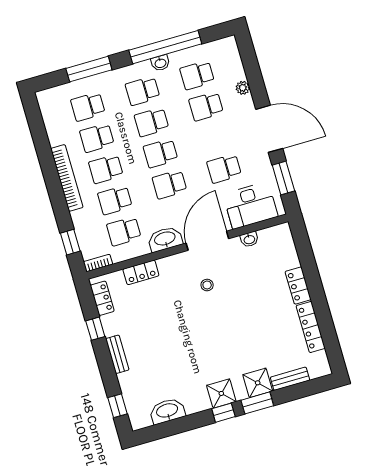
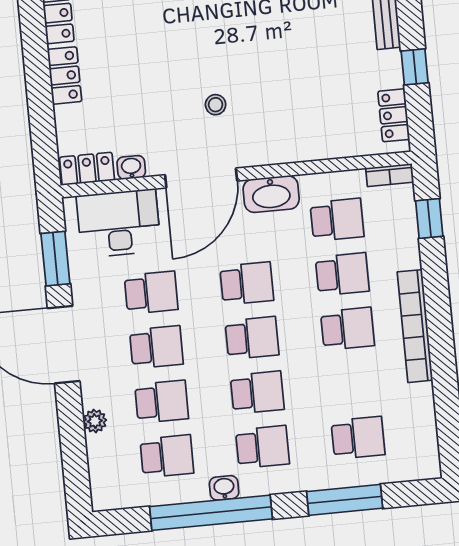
school desk: (97, 138) -> (156, 347), moved
locker: (141, 272) -> (87, 169), moved

